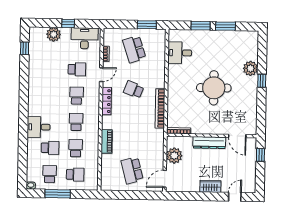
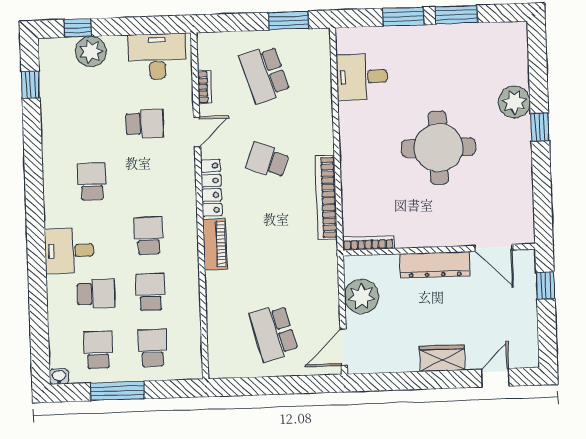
window: (68, 23) -> (78, 28), moved
school desk: (76, 96) -> (92, 182), moved
piano: (107, 141) -> (215, 244), moved
school desk: (75, 175) -> (152, 348), turned -90

